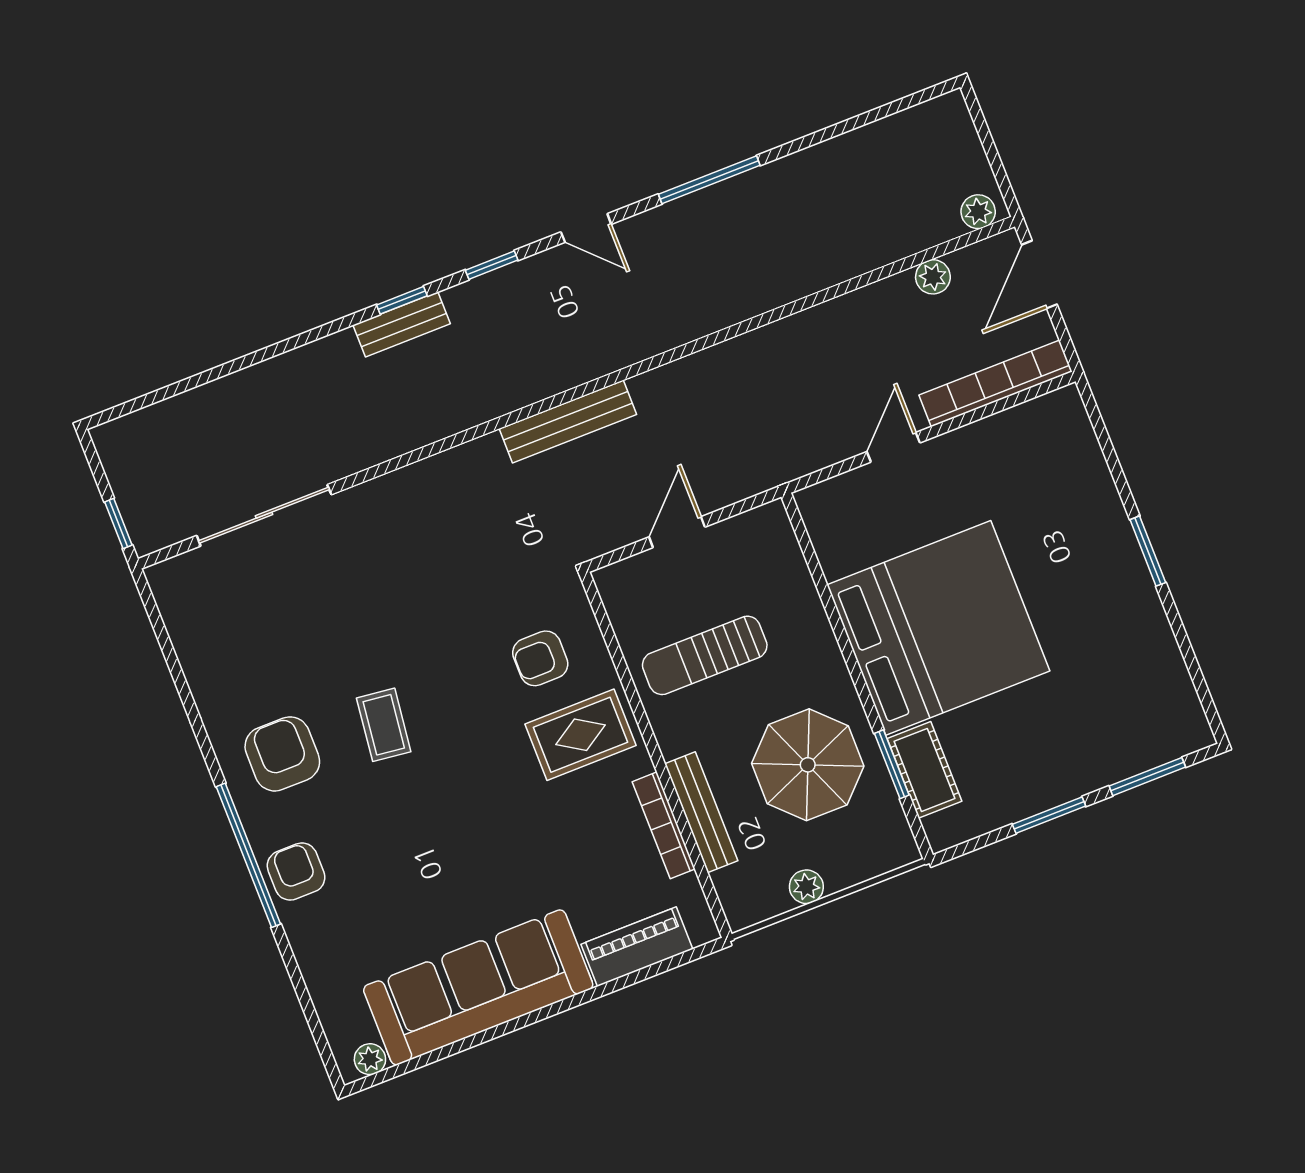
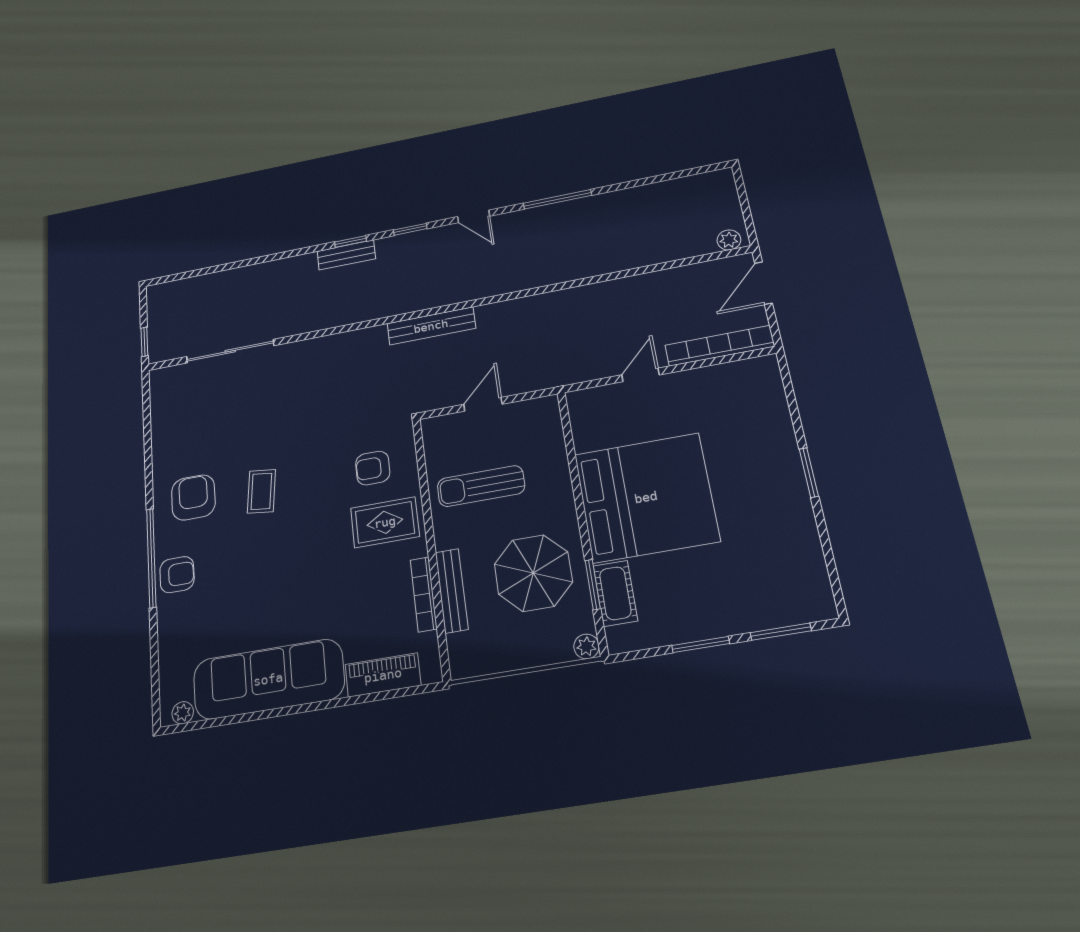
plant: (933, 277) -> (690, 275), removed
armchair: (296, 872) -> (177, 575), turned 90
plant: (806, 887) -> (586, 646), moved

